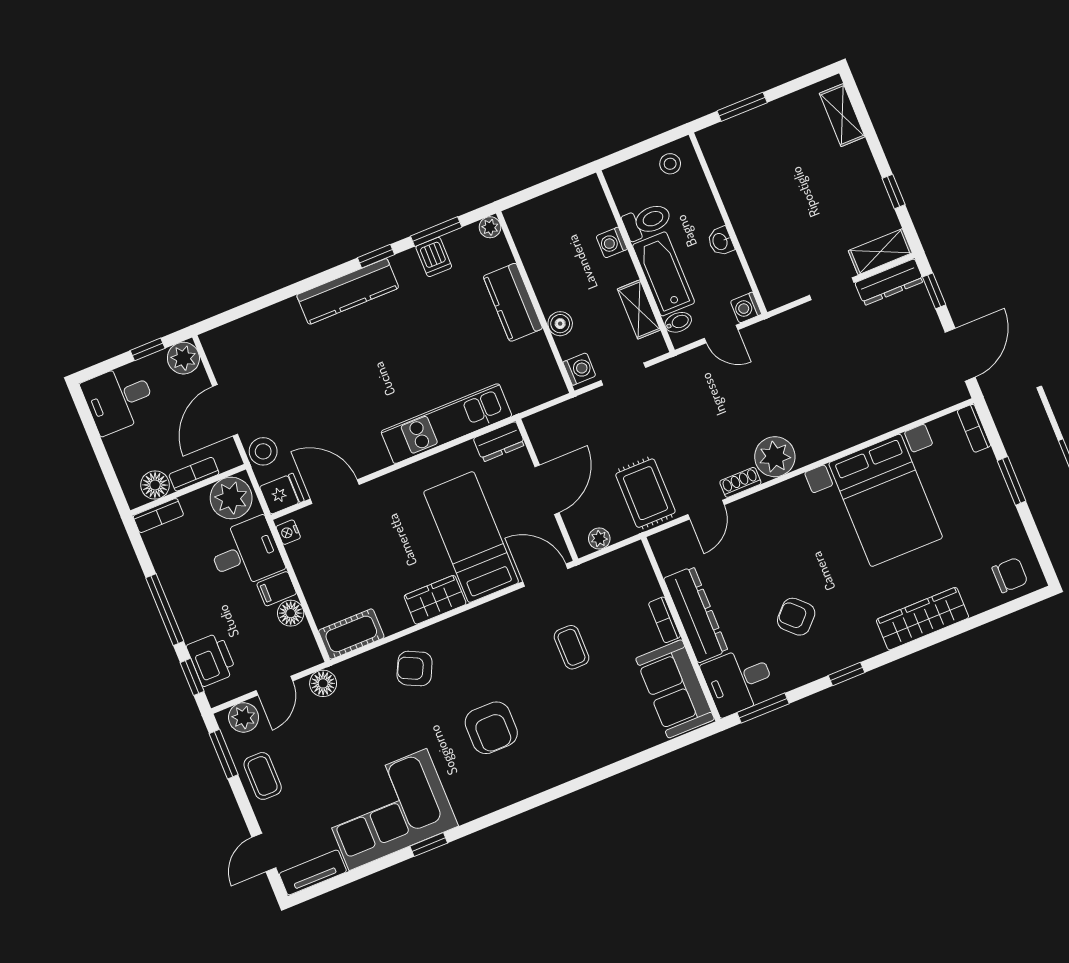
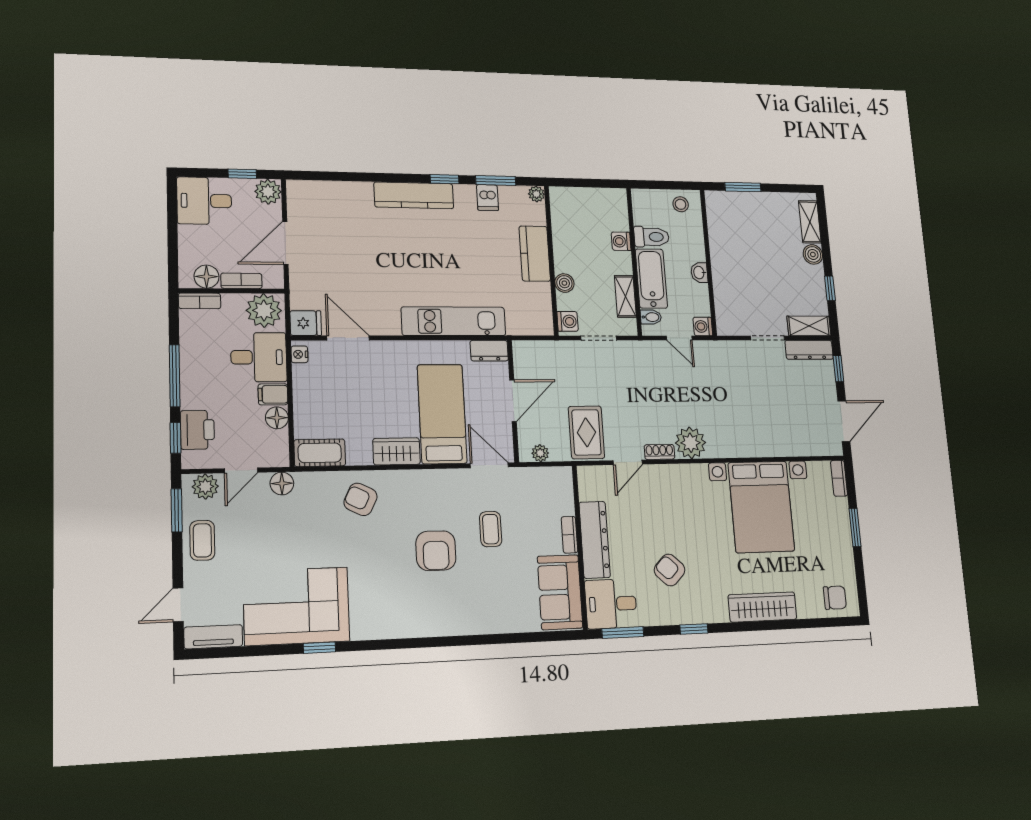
boiler: (859, 157) -> (813, 254), added
stool: (263, 451) -> (303, 285), removed
armchair: (491, 728) -> (436, 551), moved

